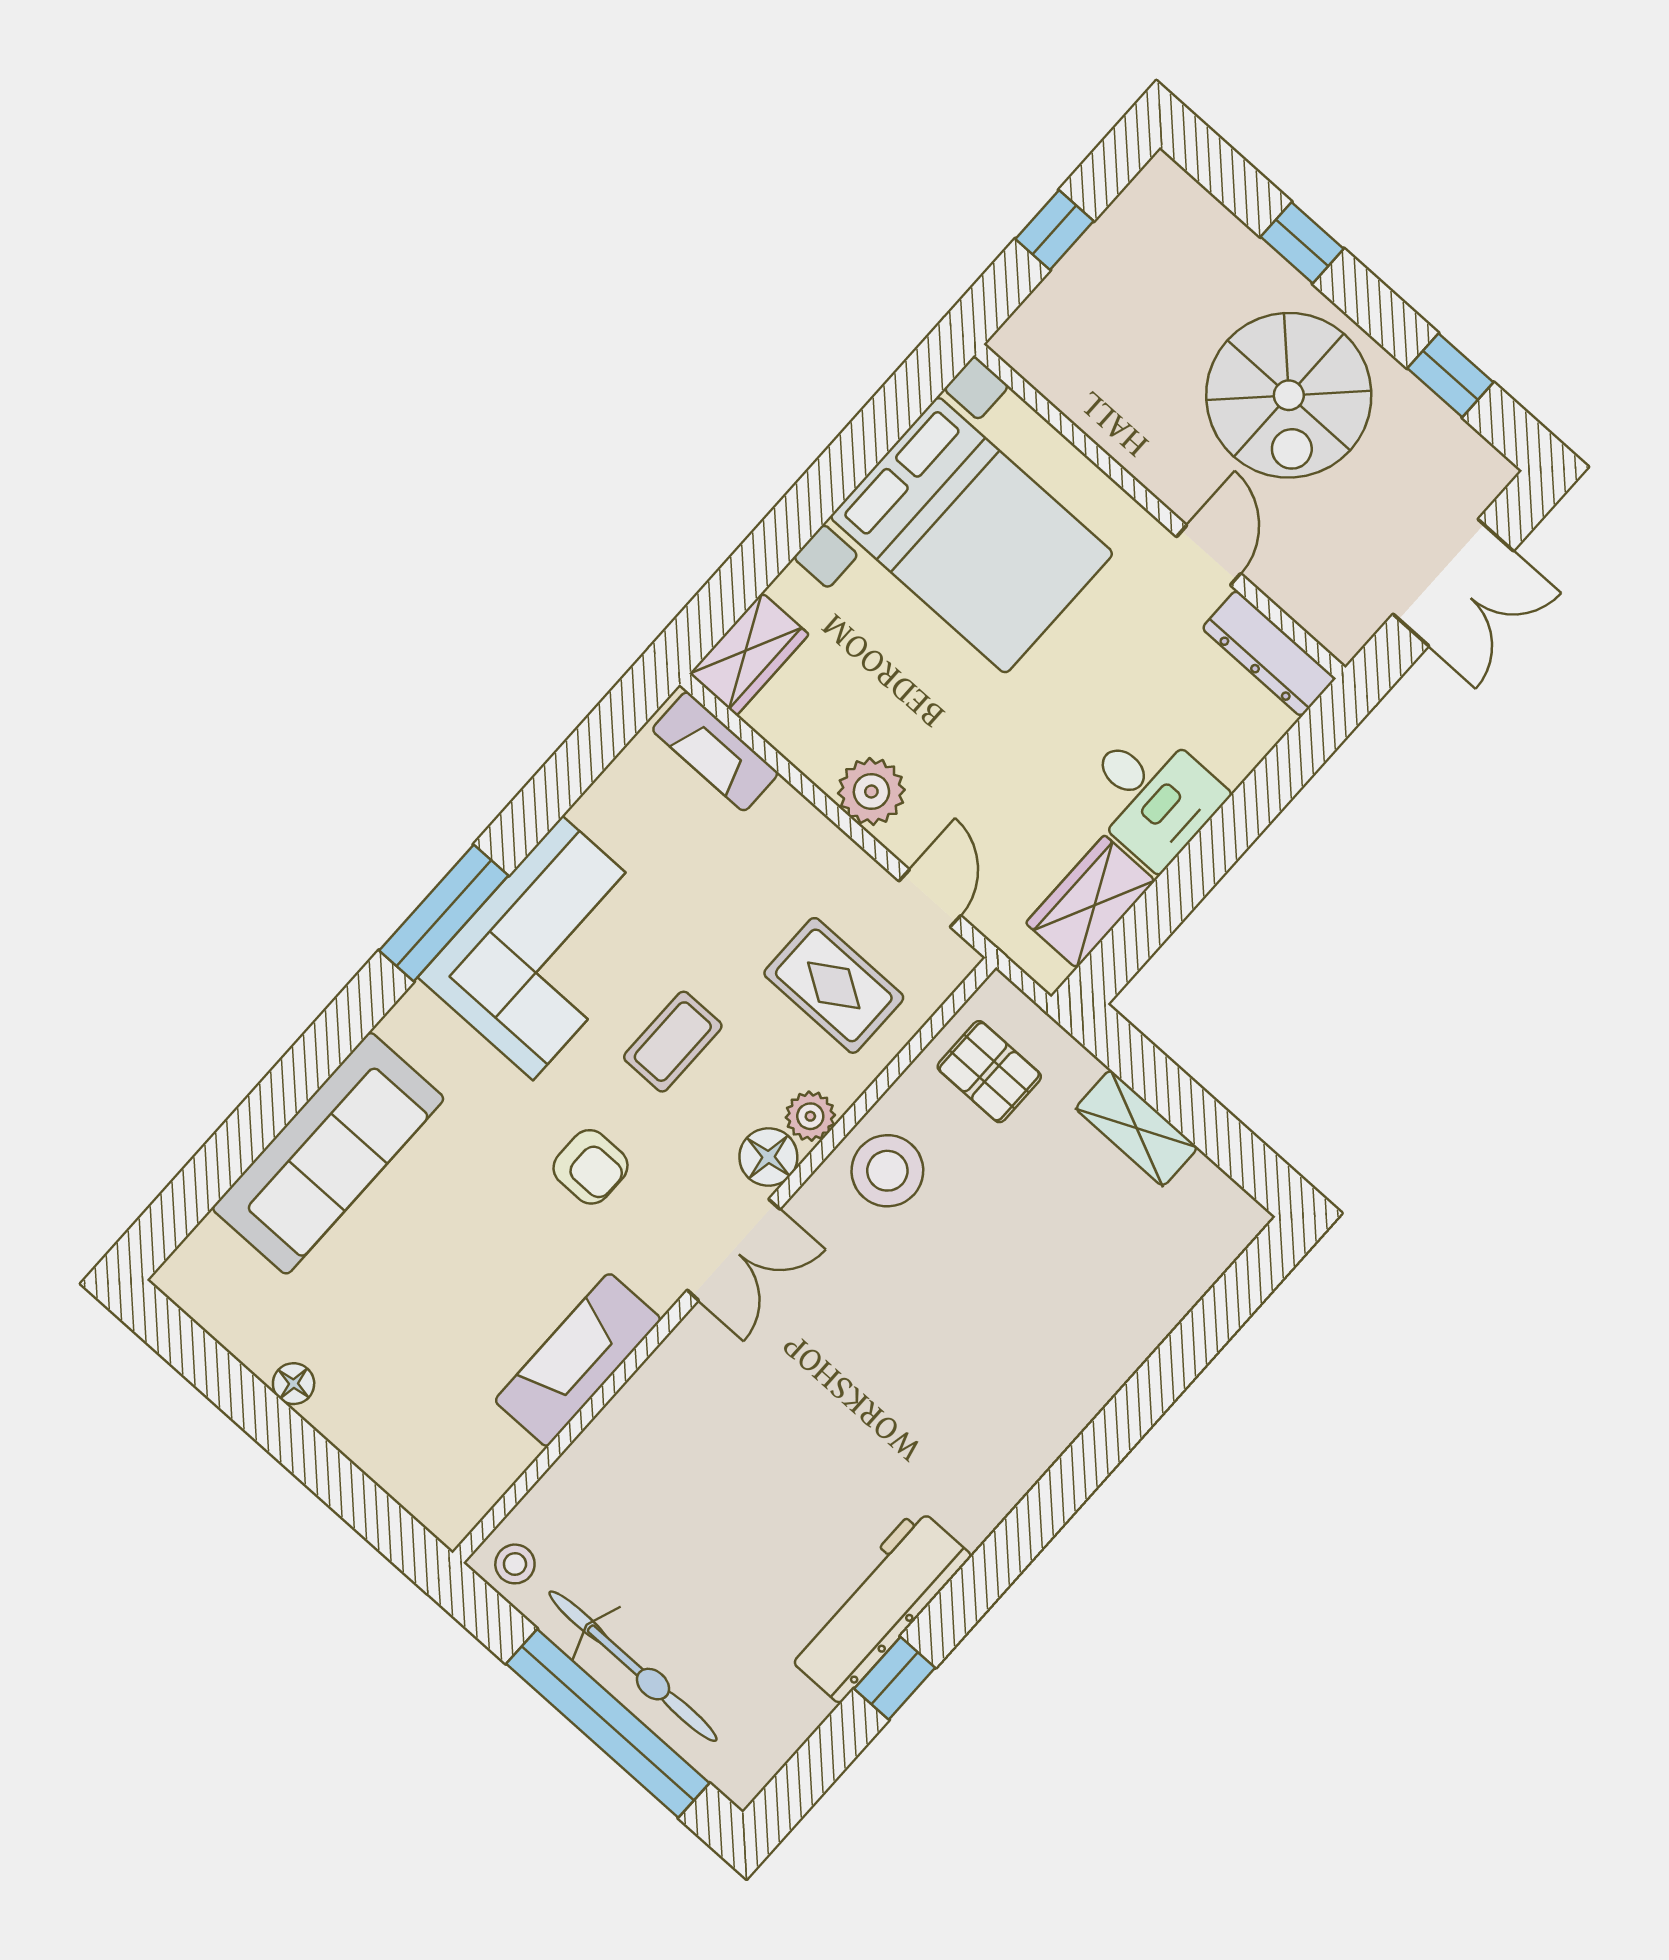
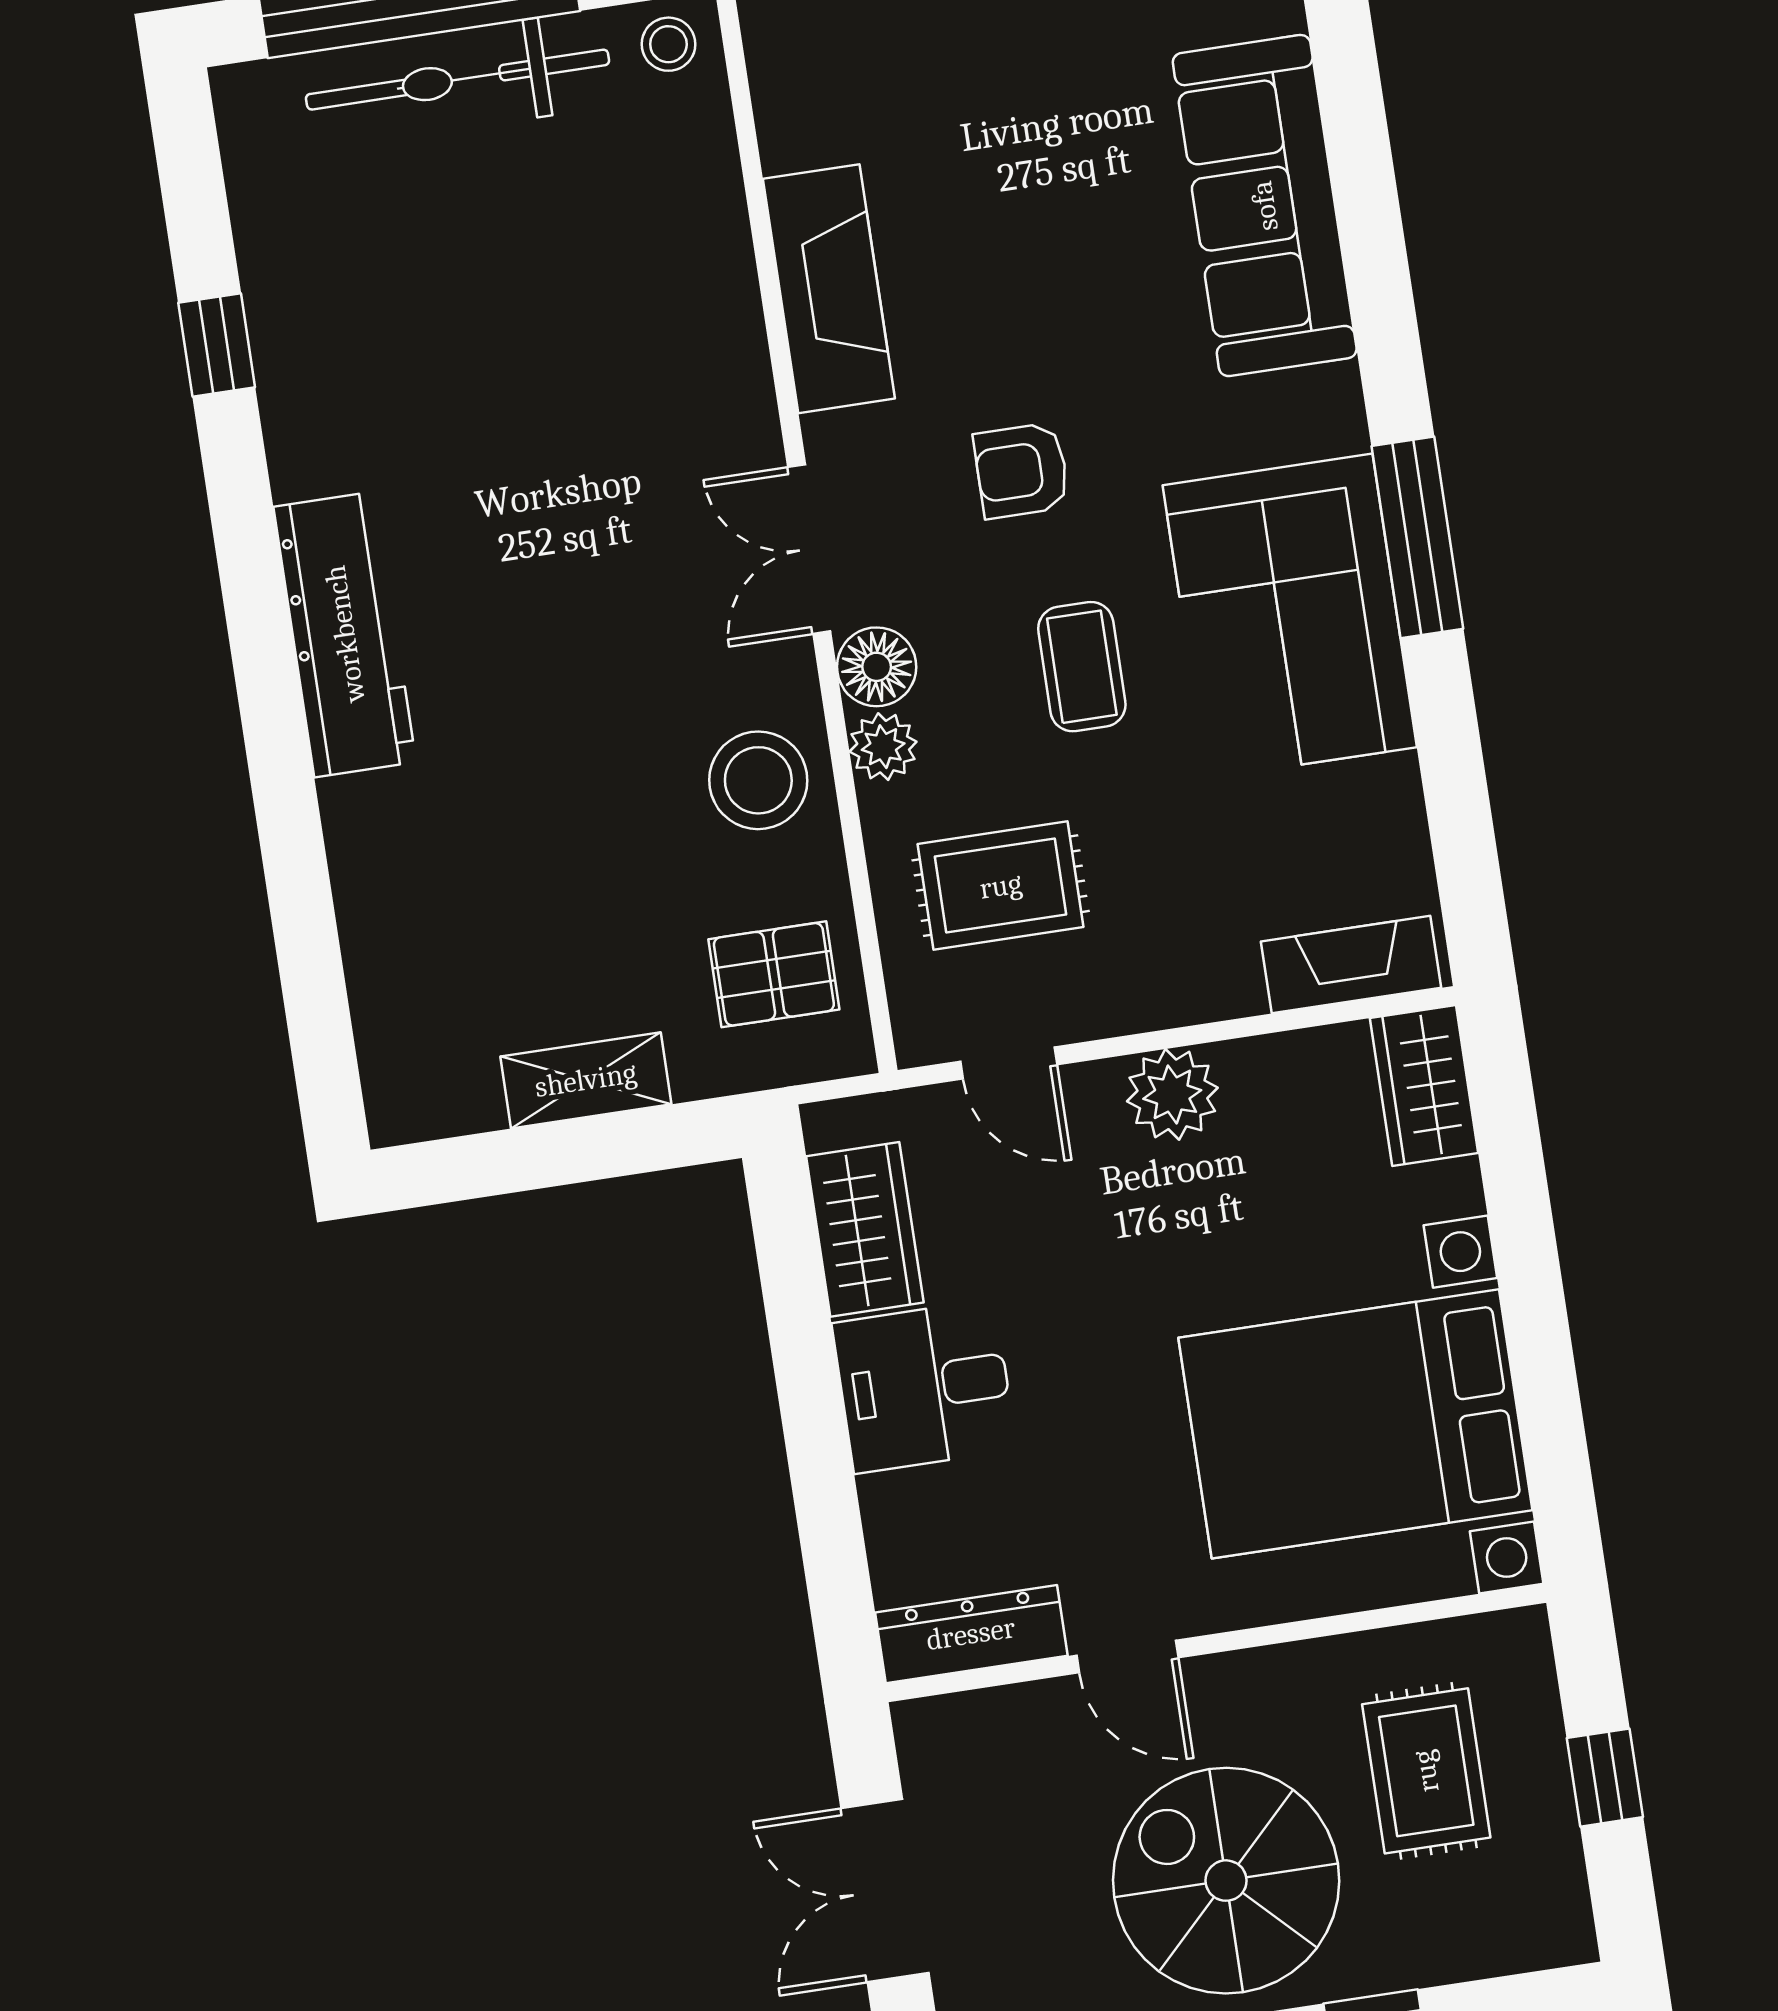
rug: (1134, 334) -> (1426, 1771), added
workbench: (878, 1605) -> (345, 634), moved

